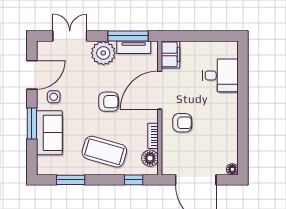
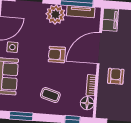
armchair: (109, 102) -> (57, 55), turned 180
armchair: (182, 123) -> (116, 76), turned -90
coffee table: (104, 152) -> (50, 95), width x0.54, depth x0.58

